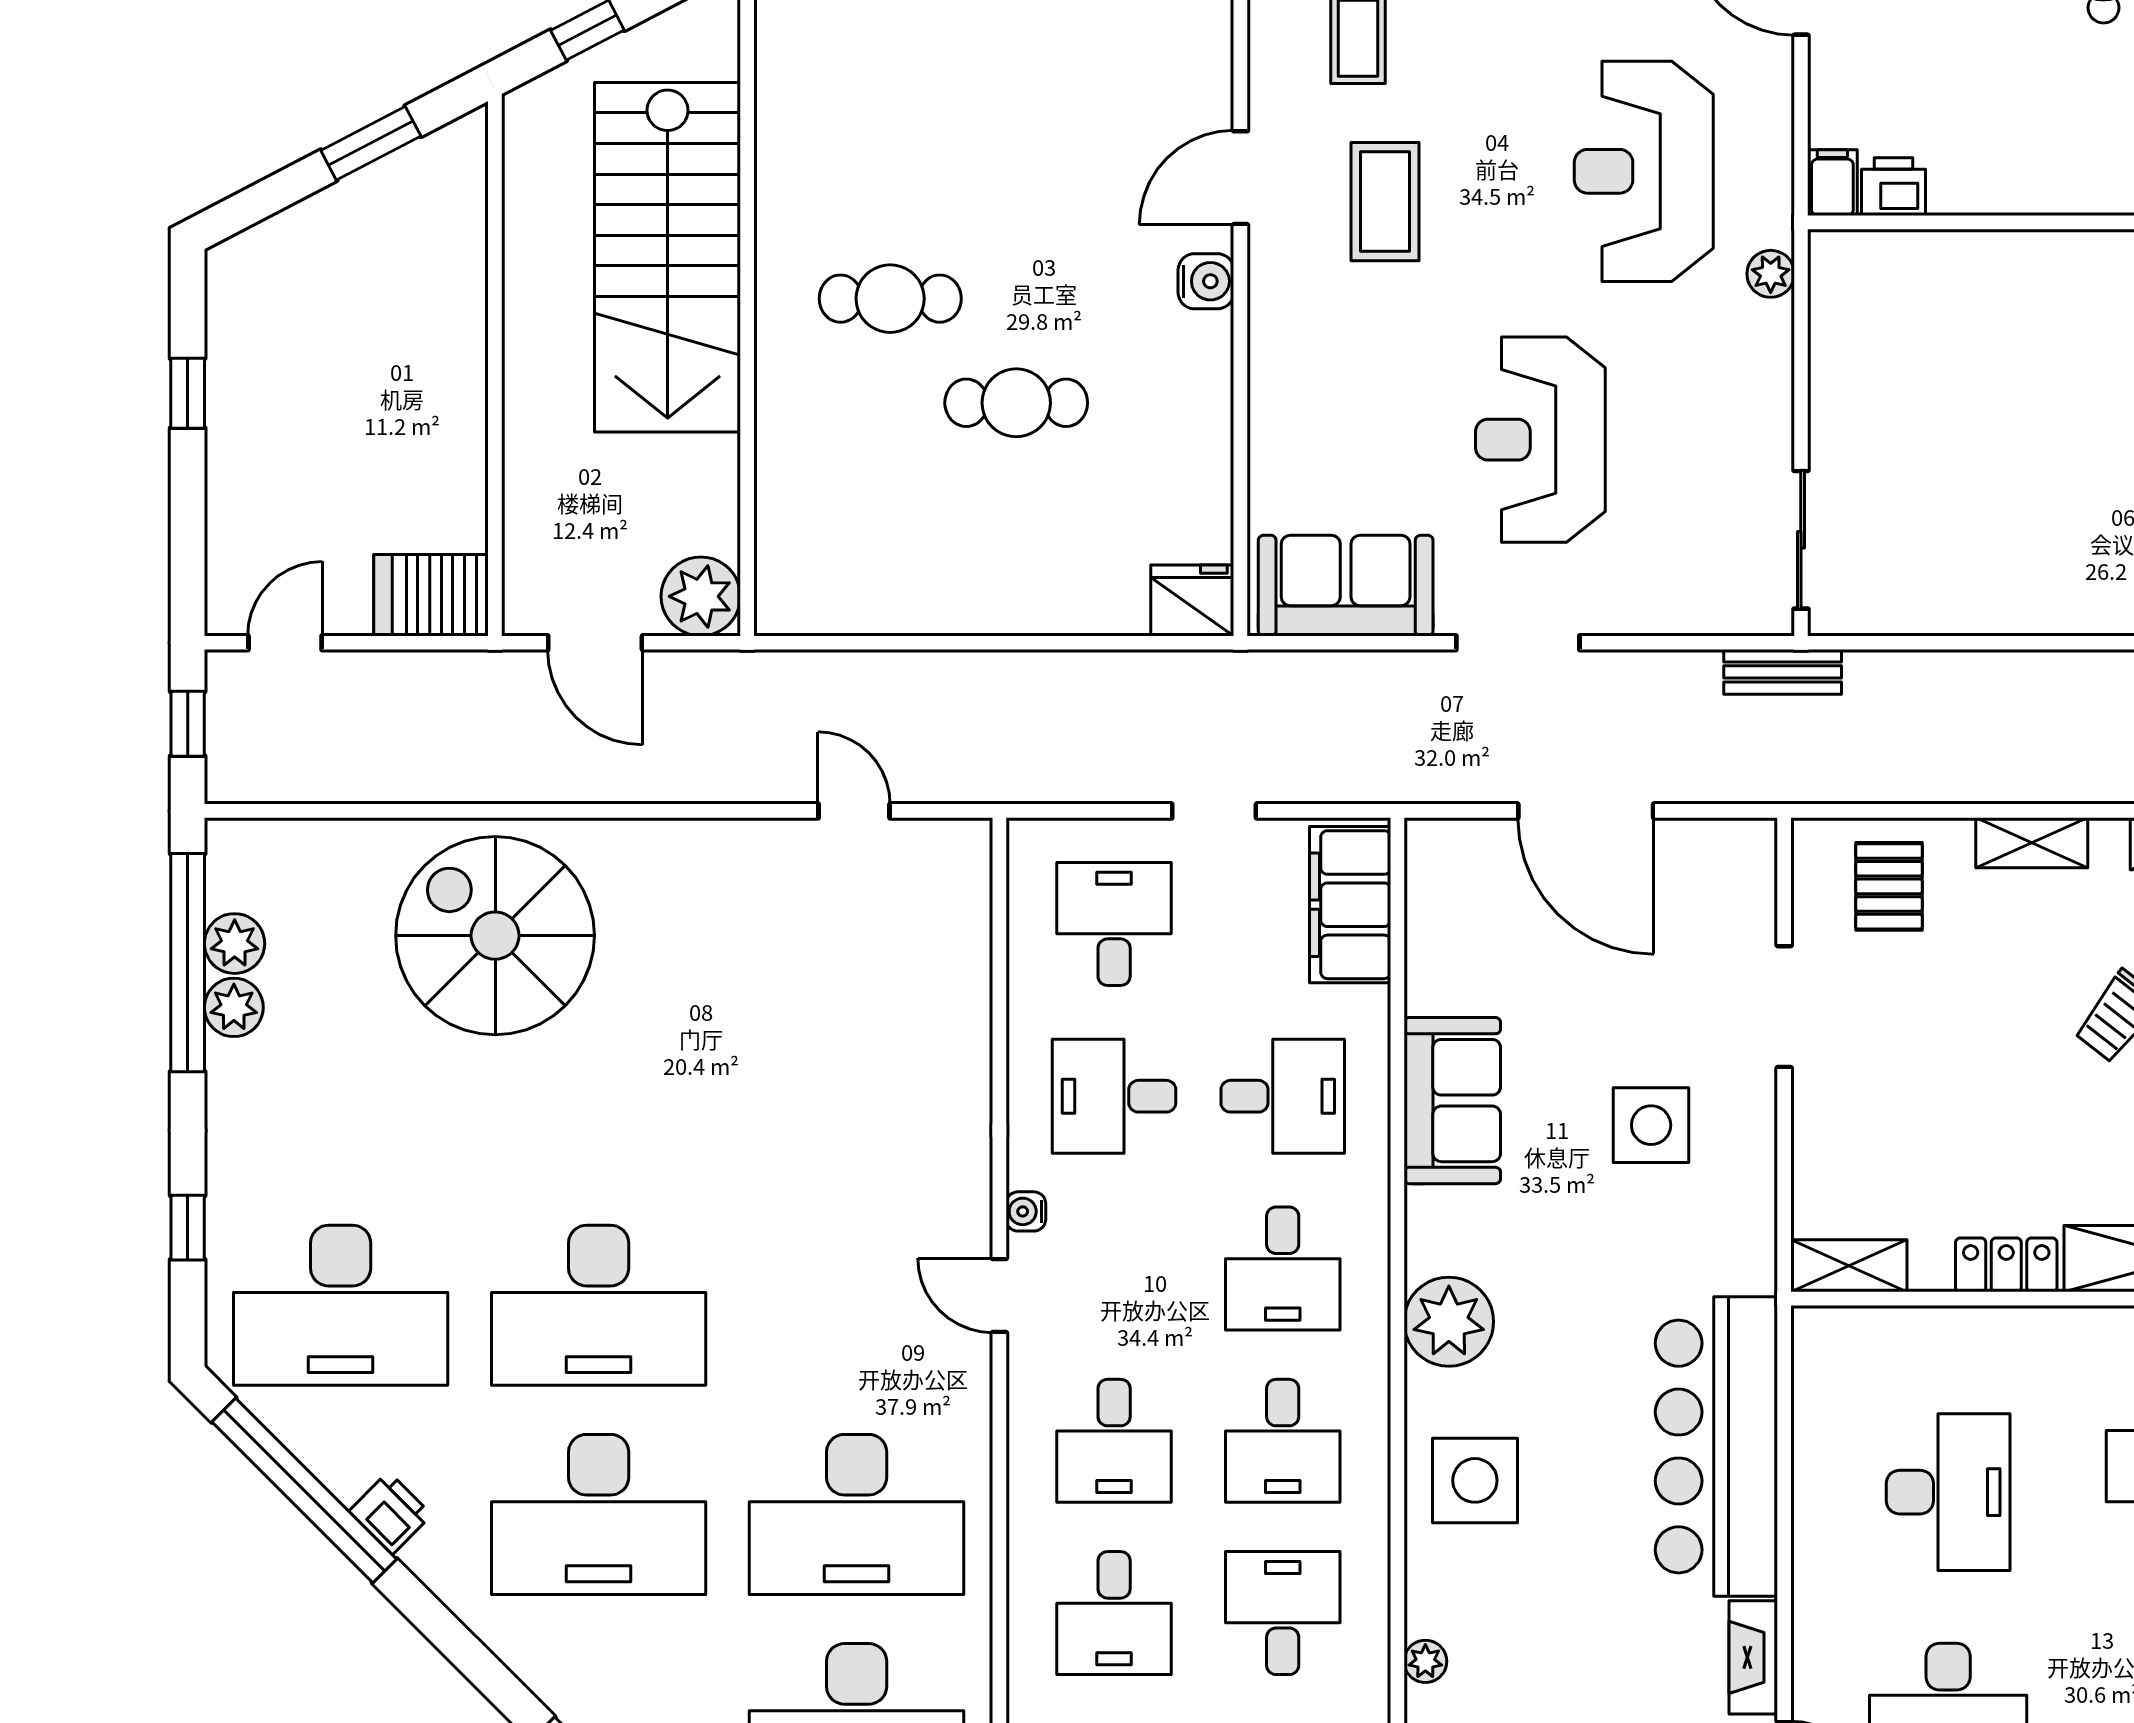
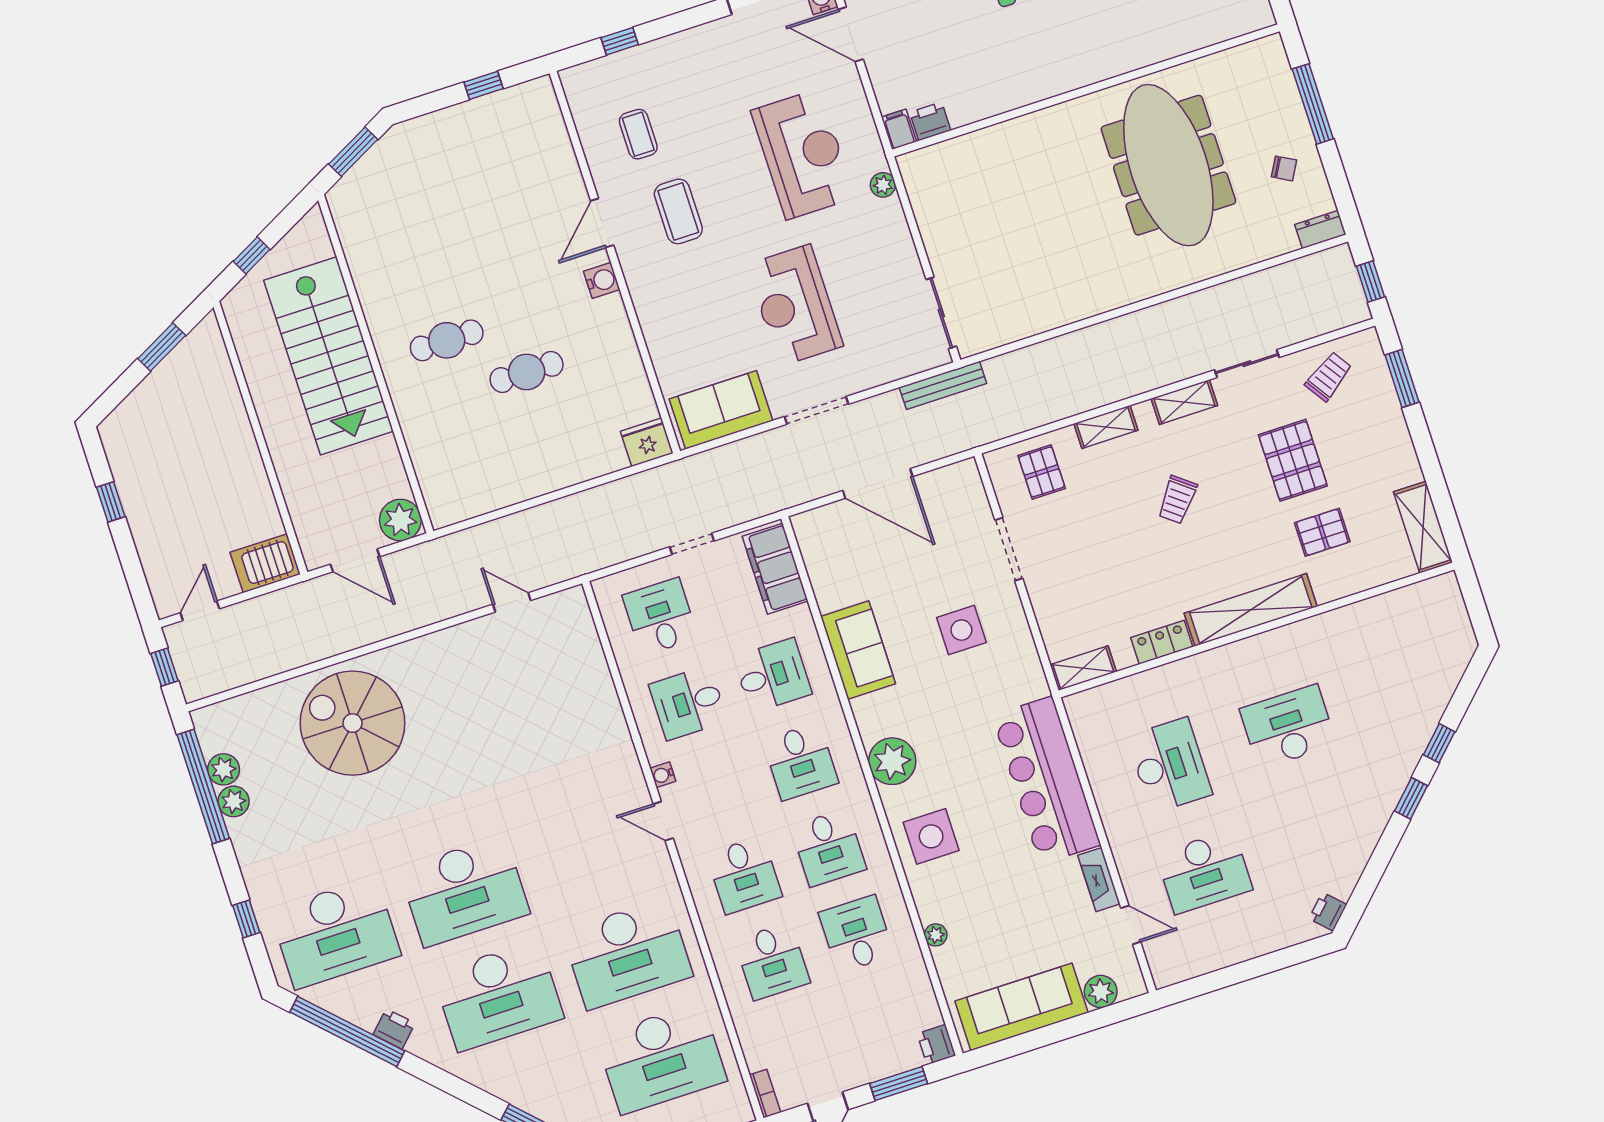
reception desk: (1644, 171) -> (803, 154), turned 180
bench: (1783, 672) -> (943, 385), width x1.36

